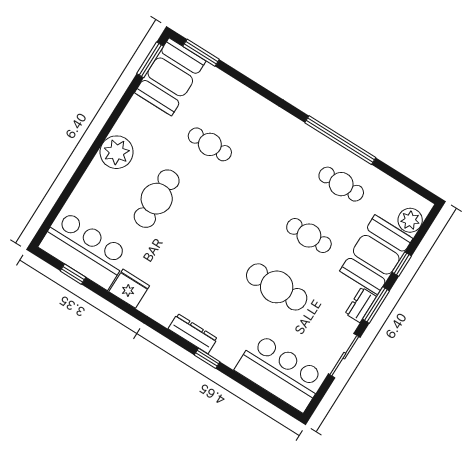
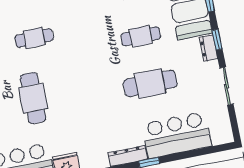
window: (376, 305) -> (217, 40), width x0.67
bar counter: (280, 373) -> (177, 135), moved

